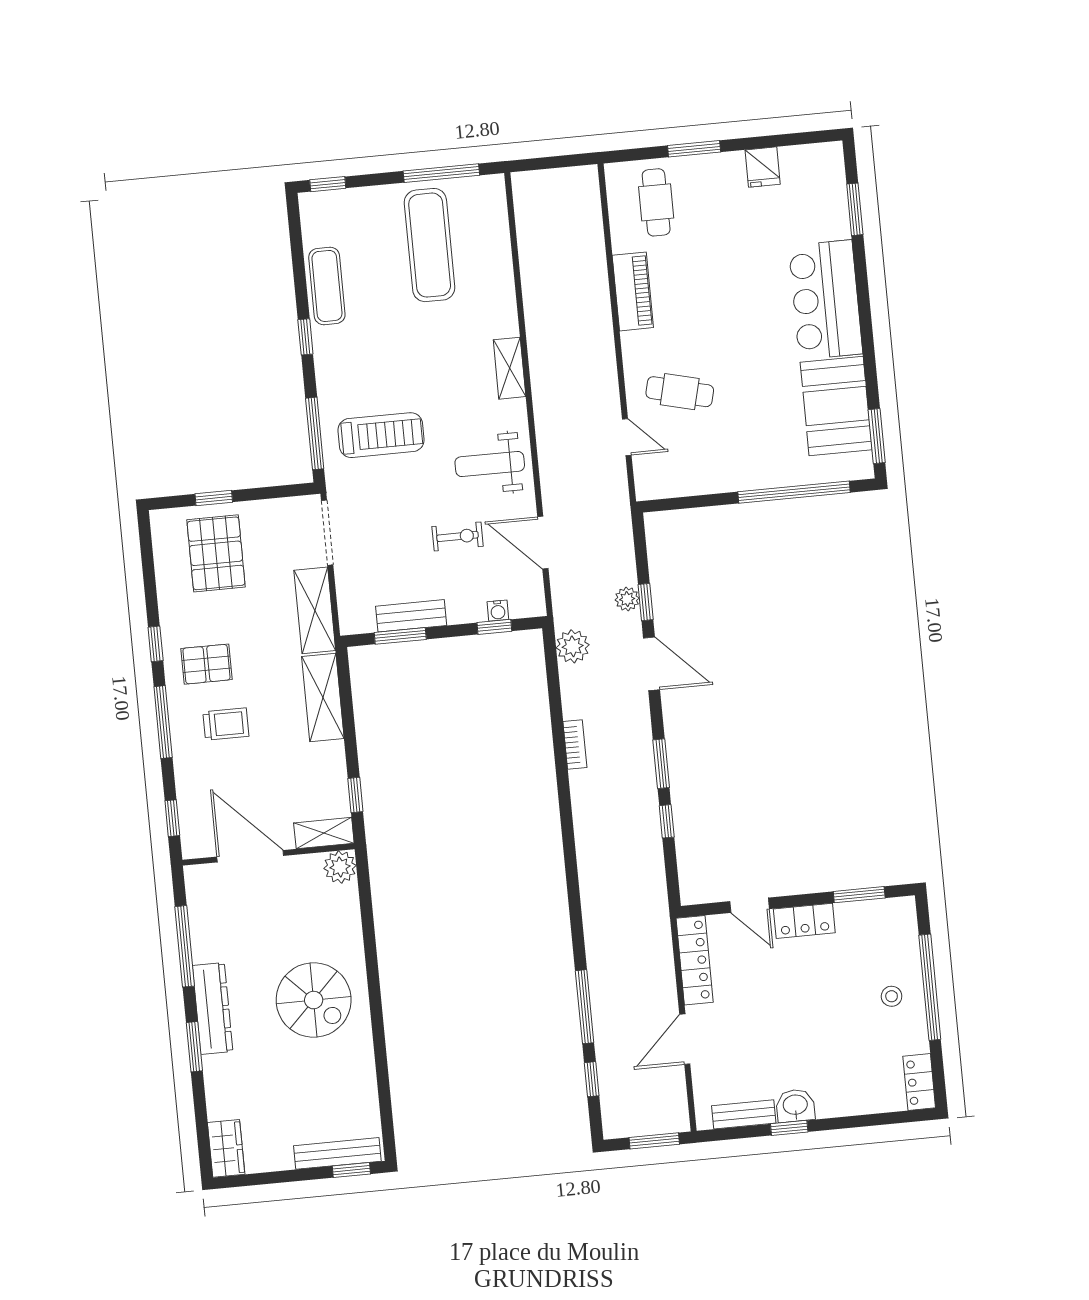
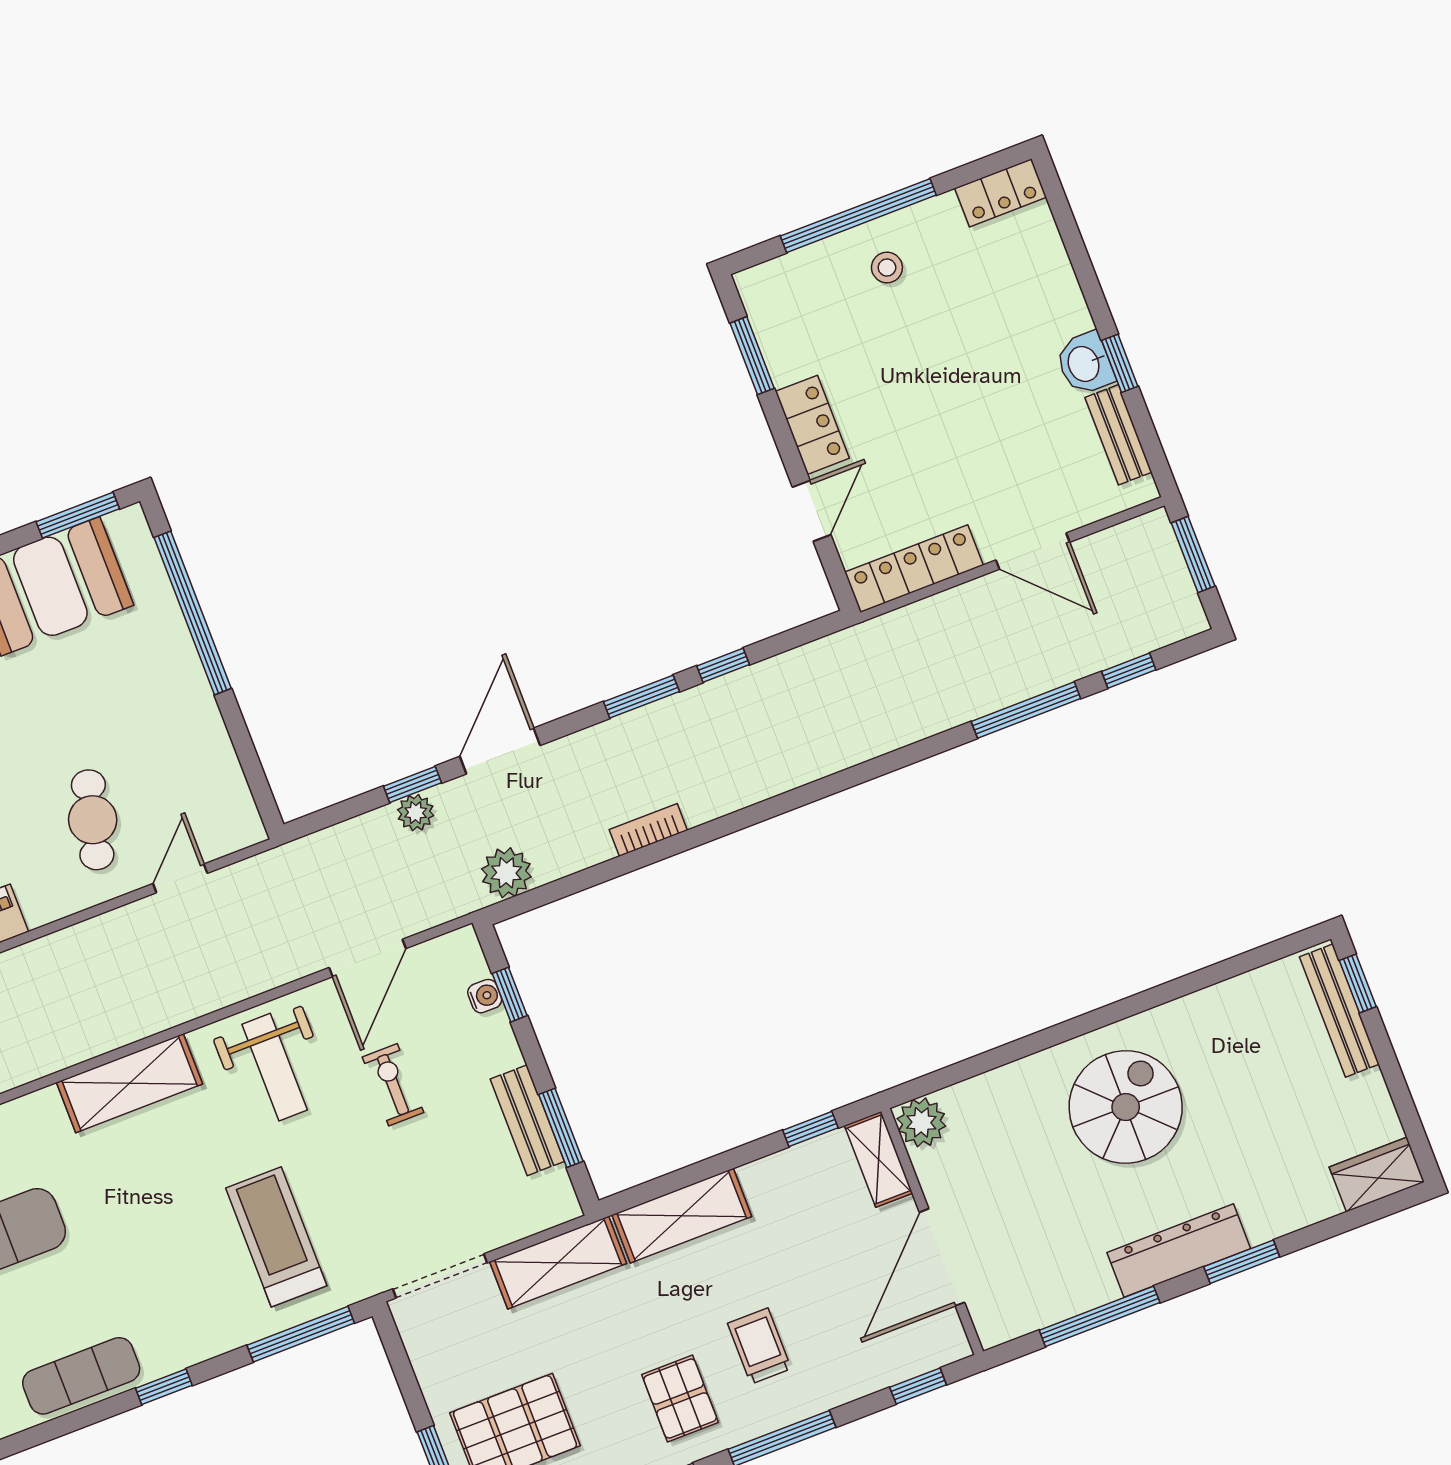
shelving: (510, 368) -> (130, 1083), width x1.50, depth x1.33

